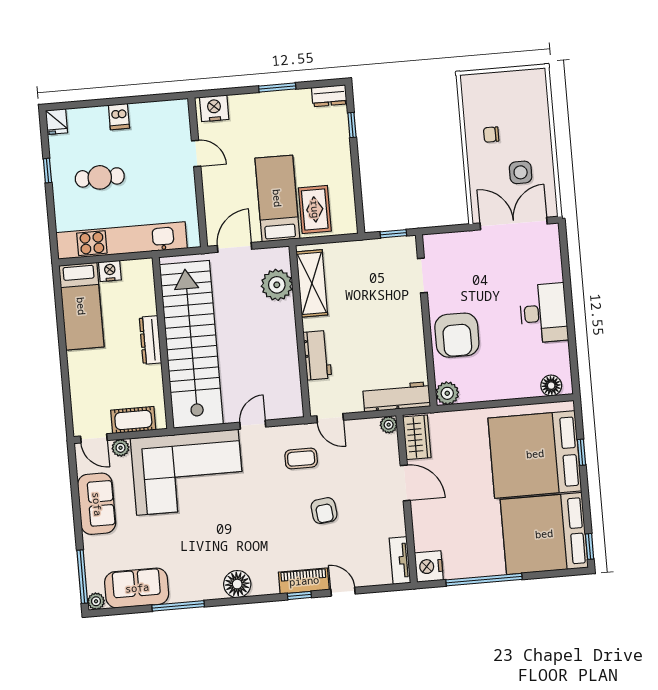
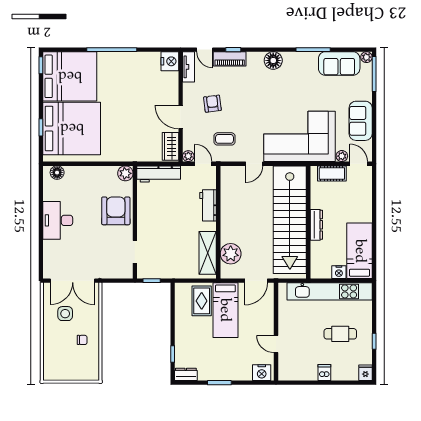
plant: (389, 425) -> (188, 156), moved
wardrobe: (417, 437) -> (170, 146), moved
door: (405, 483) -> (181, 117), moved
wall: (407, 499) -> (181, 107), moved
tv unit: (400, 560) -> (188, 67), moved
nightstand: (429, 566) -> (170, 61), moved

